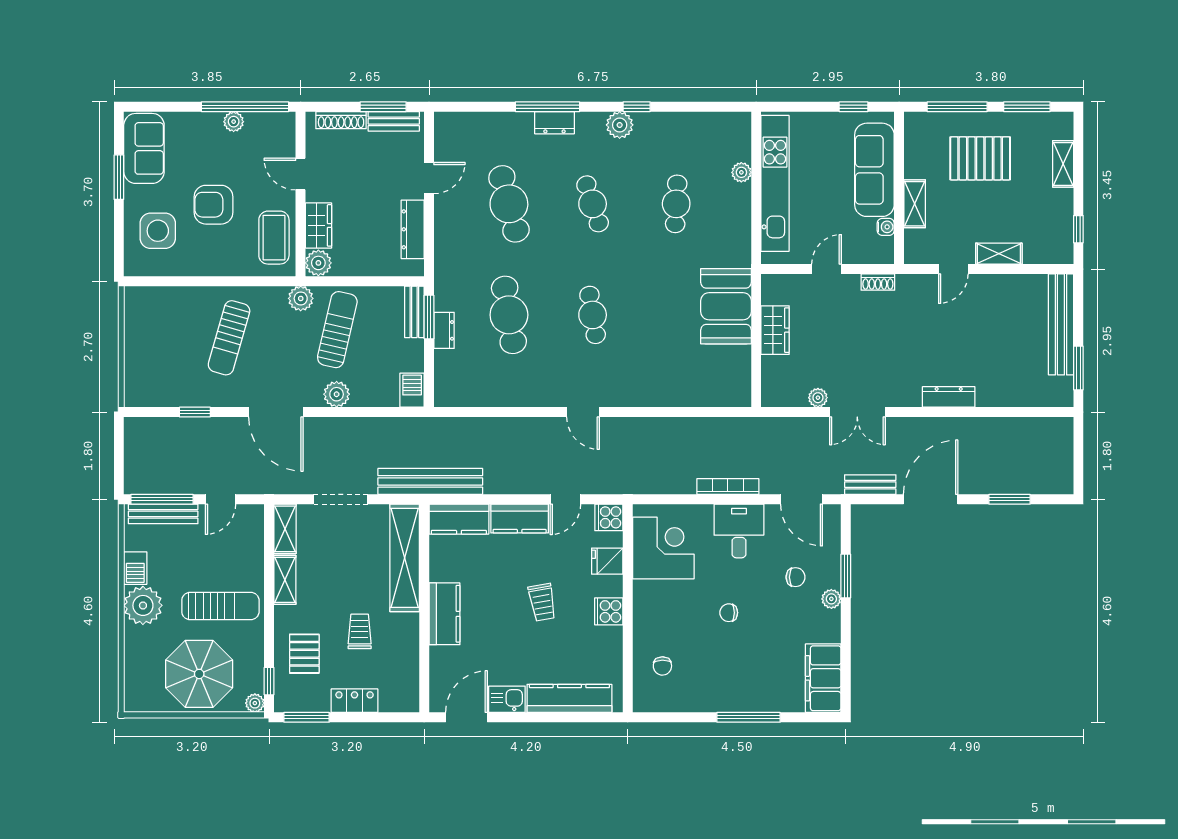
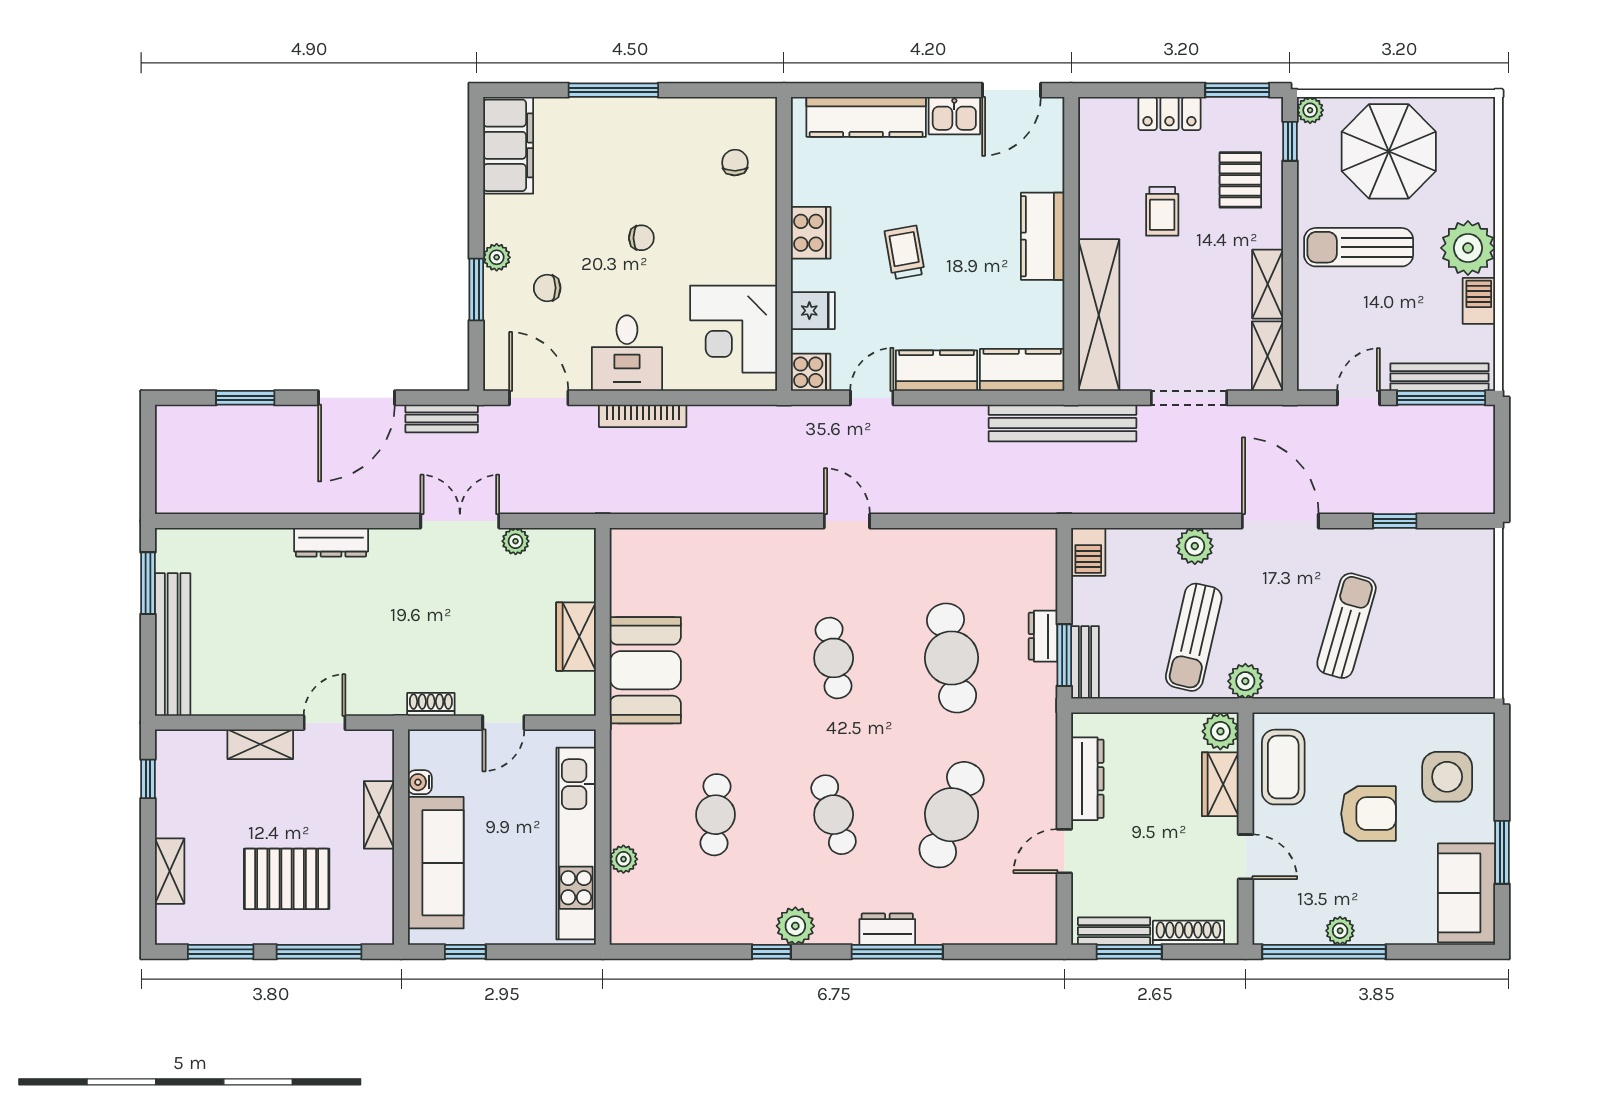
cafe table: (509, 204) -> (952, 815), turned 36
cooker: (609, 611) -> (811, 233), width x1.36

